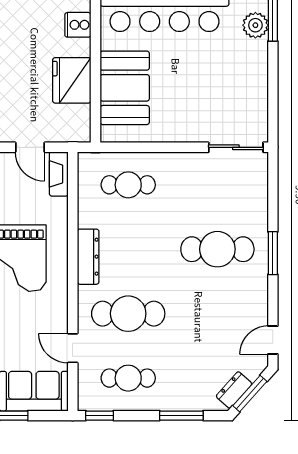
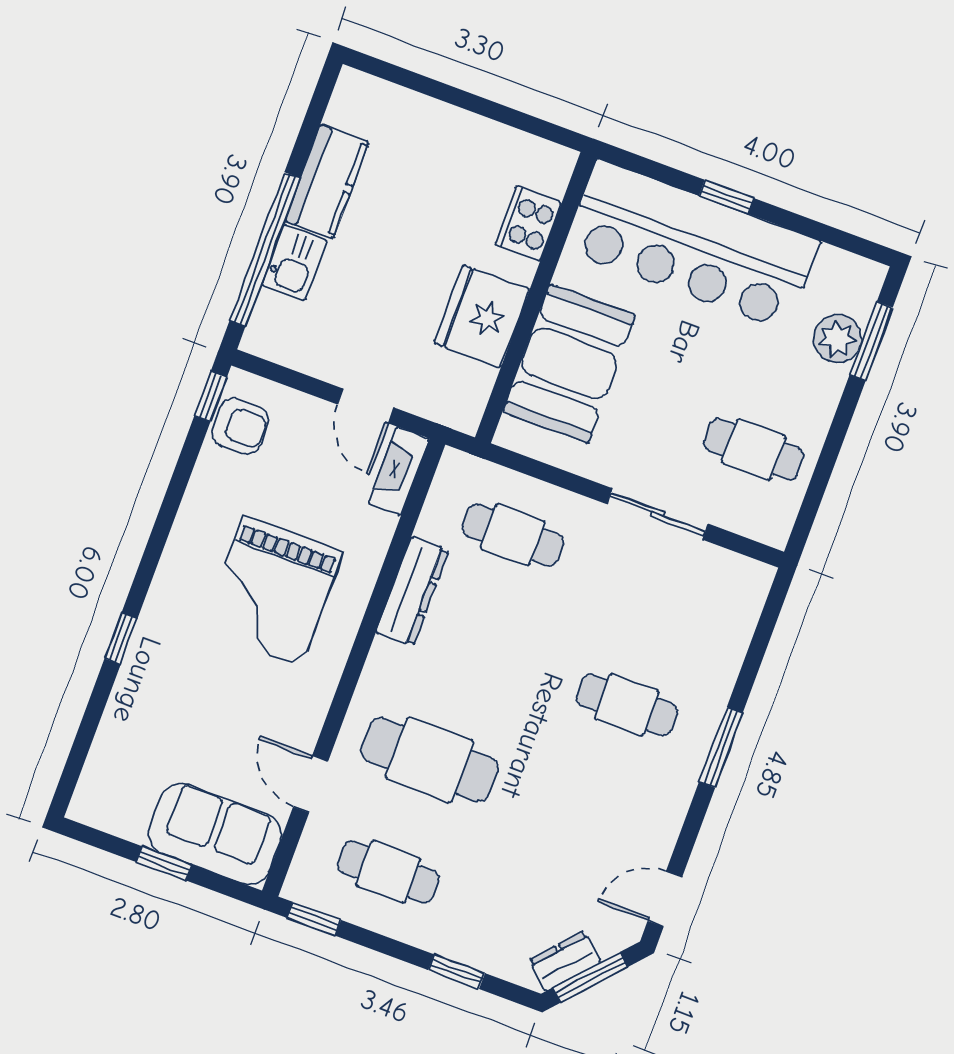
cooker: (78, 25) -> (528, 224), width x1.36
cafe table: (234, 97) -> (754, 449), added
sliding door: (236, 147) -> (657, 514), moved
cafe table: (217, 249) -> (627, 705), width x0.73, depth x0.74
dresser: (88, 257) -> (412, 591), moved
window: (181, 416) -> (457, 972), width x0.67

